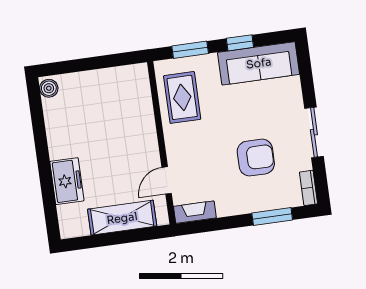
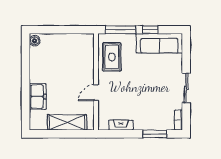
window: (190, 50) -> (120, 30), width x1.44
armchair: (256, 158) -> (150, 98), removed
door: (167, 180) -> (96, 93), moved
fireplace: (195, 212) -> (121, 125), moved

